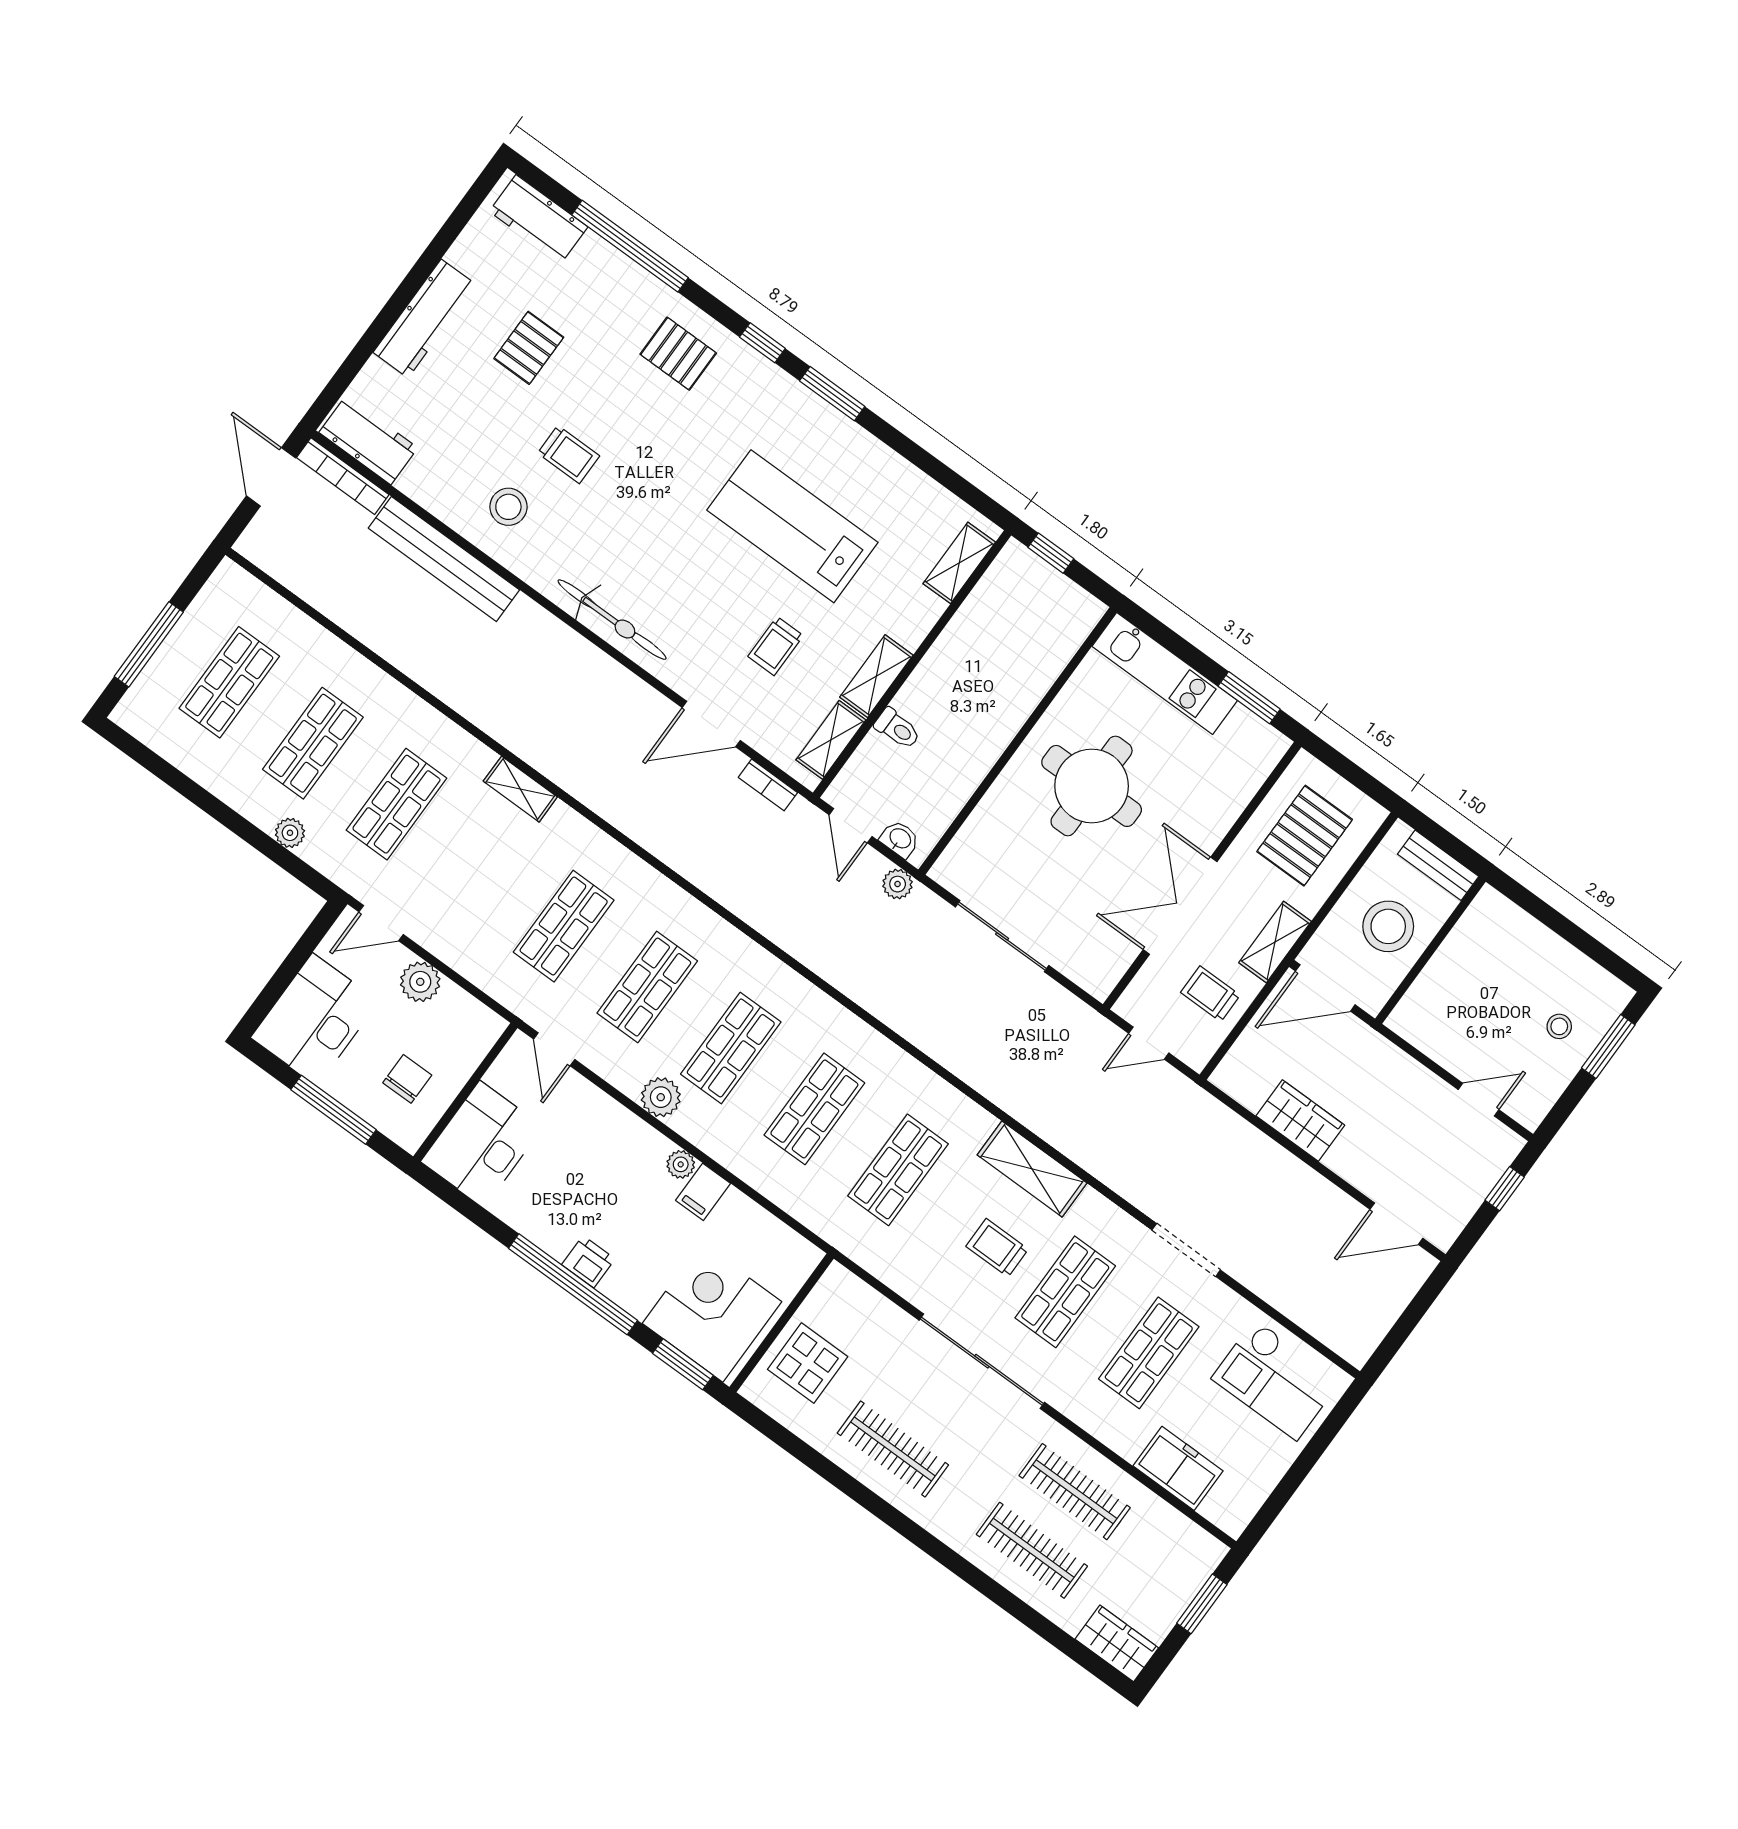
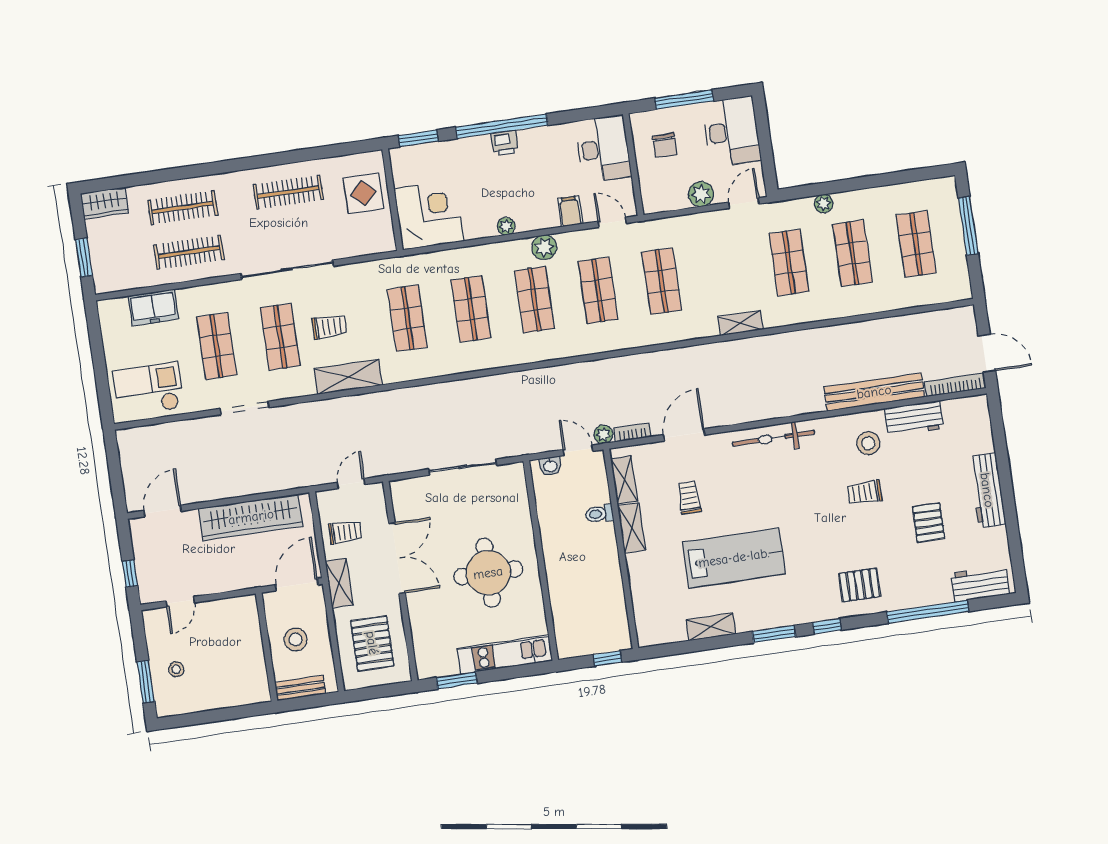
workbench: (368, 440) -> (914, 419), moved
shelving: (959, 563) -> (711, 627), moved, turned 90
plant: (898, 884) -> (603, 434), moved
stool: (1388, 926) -> (296, 639), width x0.73, depth x0.73
wardrobe: (1300, 1121) -> (251, 517), width x2.10, depth x1.17
filing cabinet: (703, 1192) -> (570, 211), moved
corner desk: (712, 1312) -> (429, 215), moved, turned -90

